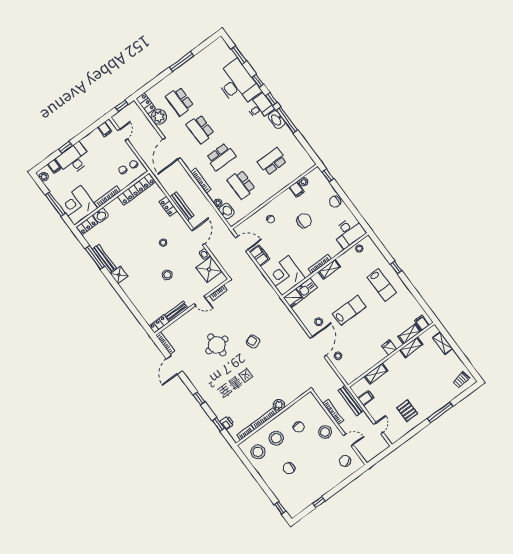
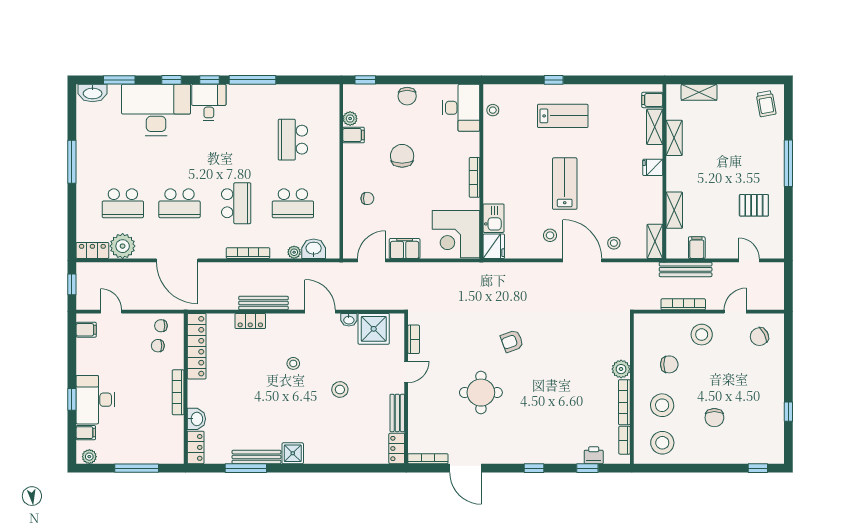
washbasin: (277, 120) -> (93, 93), moved
corner desk: (77, 205) -> (160, 440), removed
shelving: (329, 269) -> (655, 241), moved

